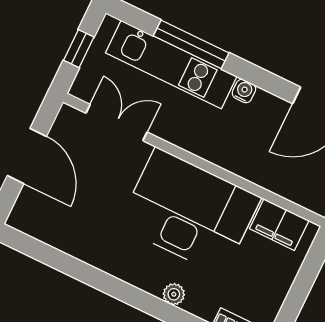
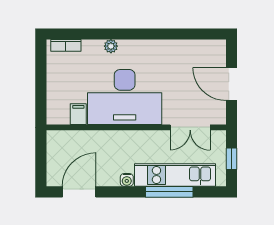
filing cabinet: (279, 225) -> (78, 114), width x0.50

